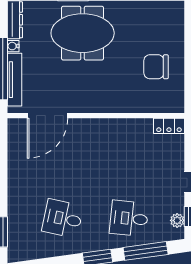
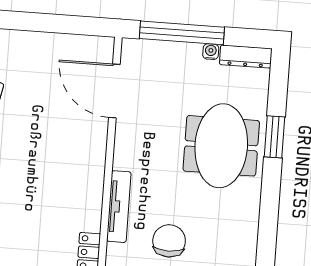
tv unit: (14, 80) -> (119, 207), moved, turned -90

